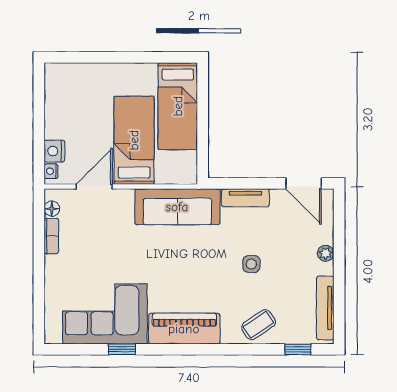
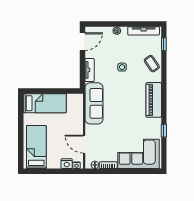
bed: (134, 140) -> (36, 147), moved, turned 90
corner sofa: (105, 314) -> (139, 154), moved, turned 90

